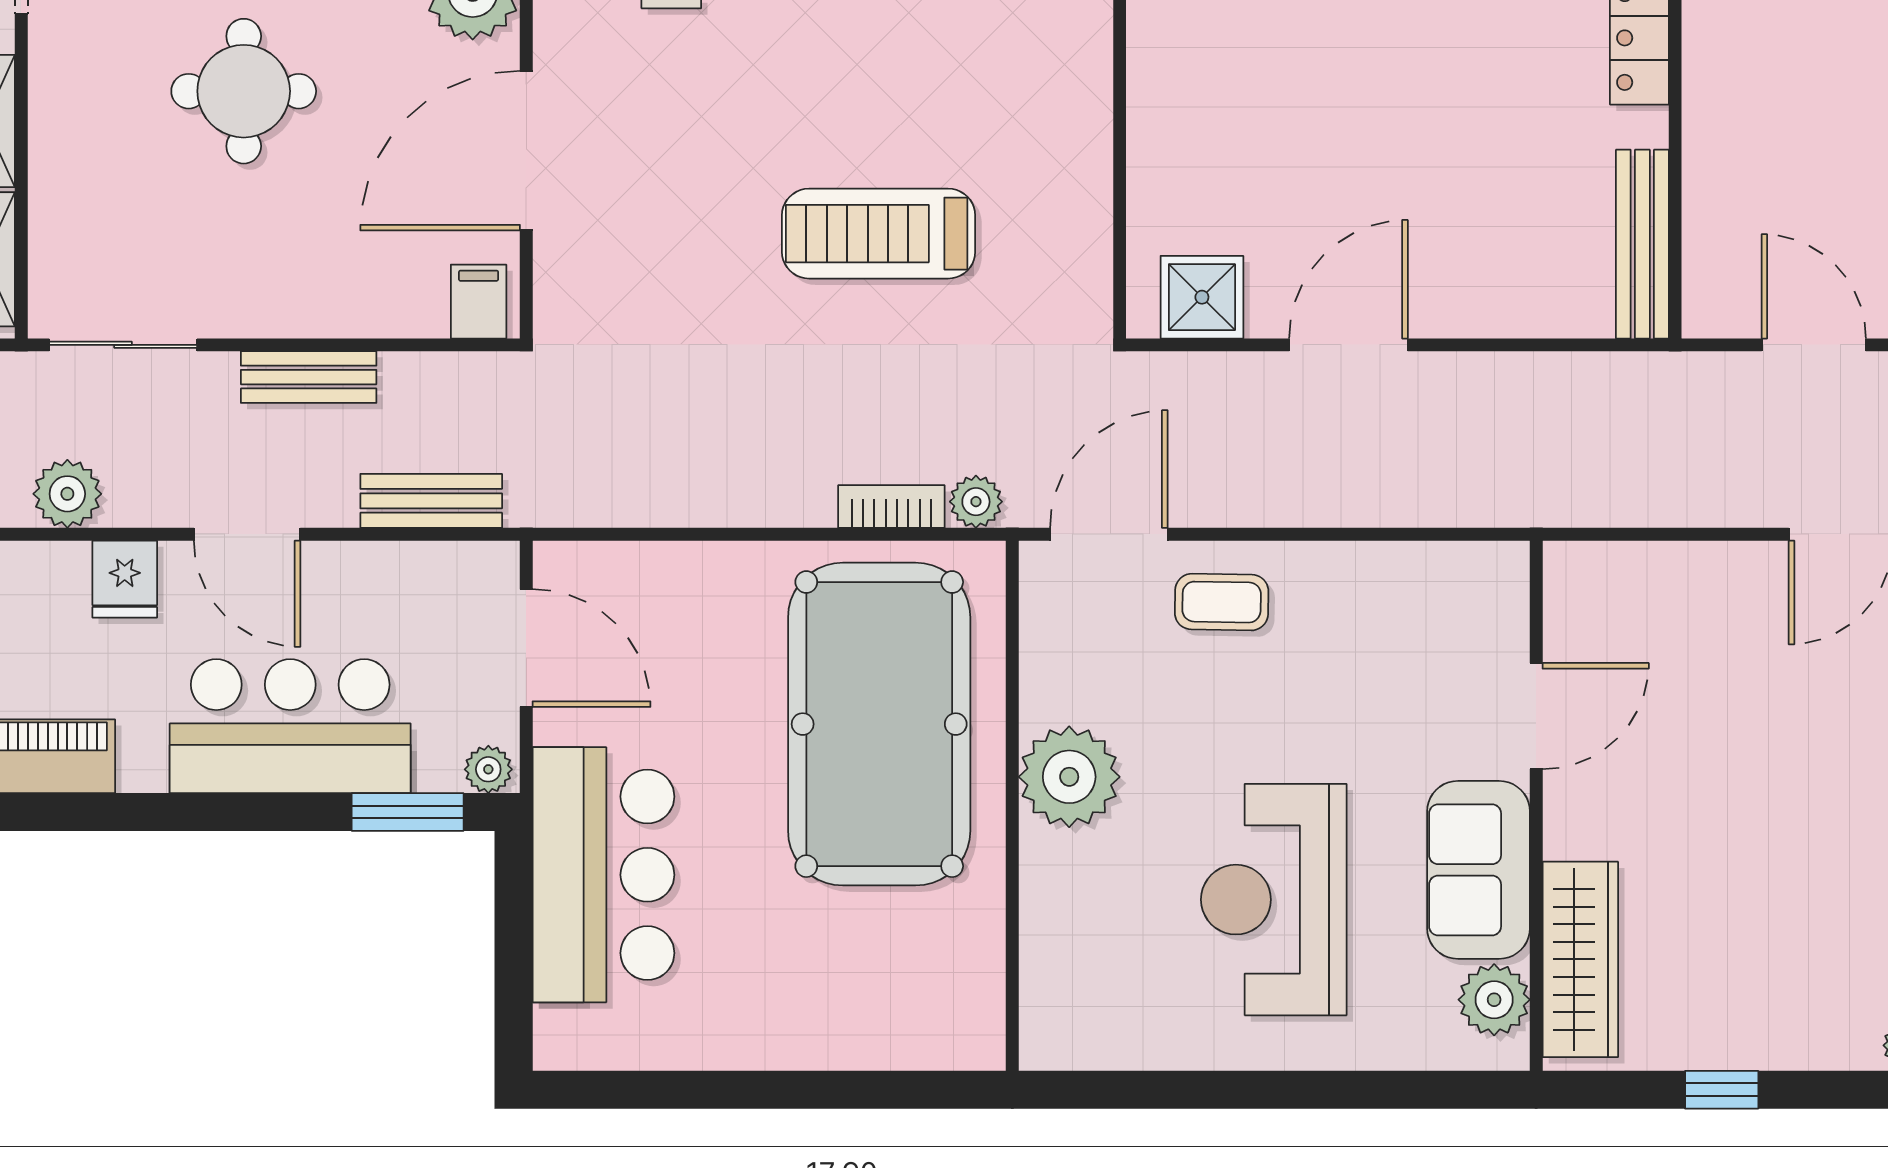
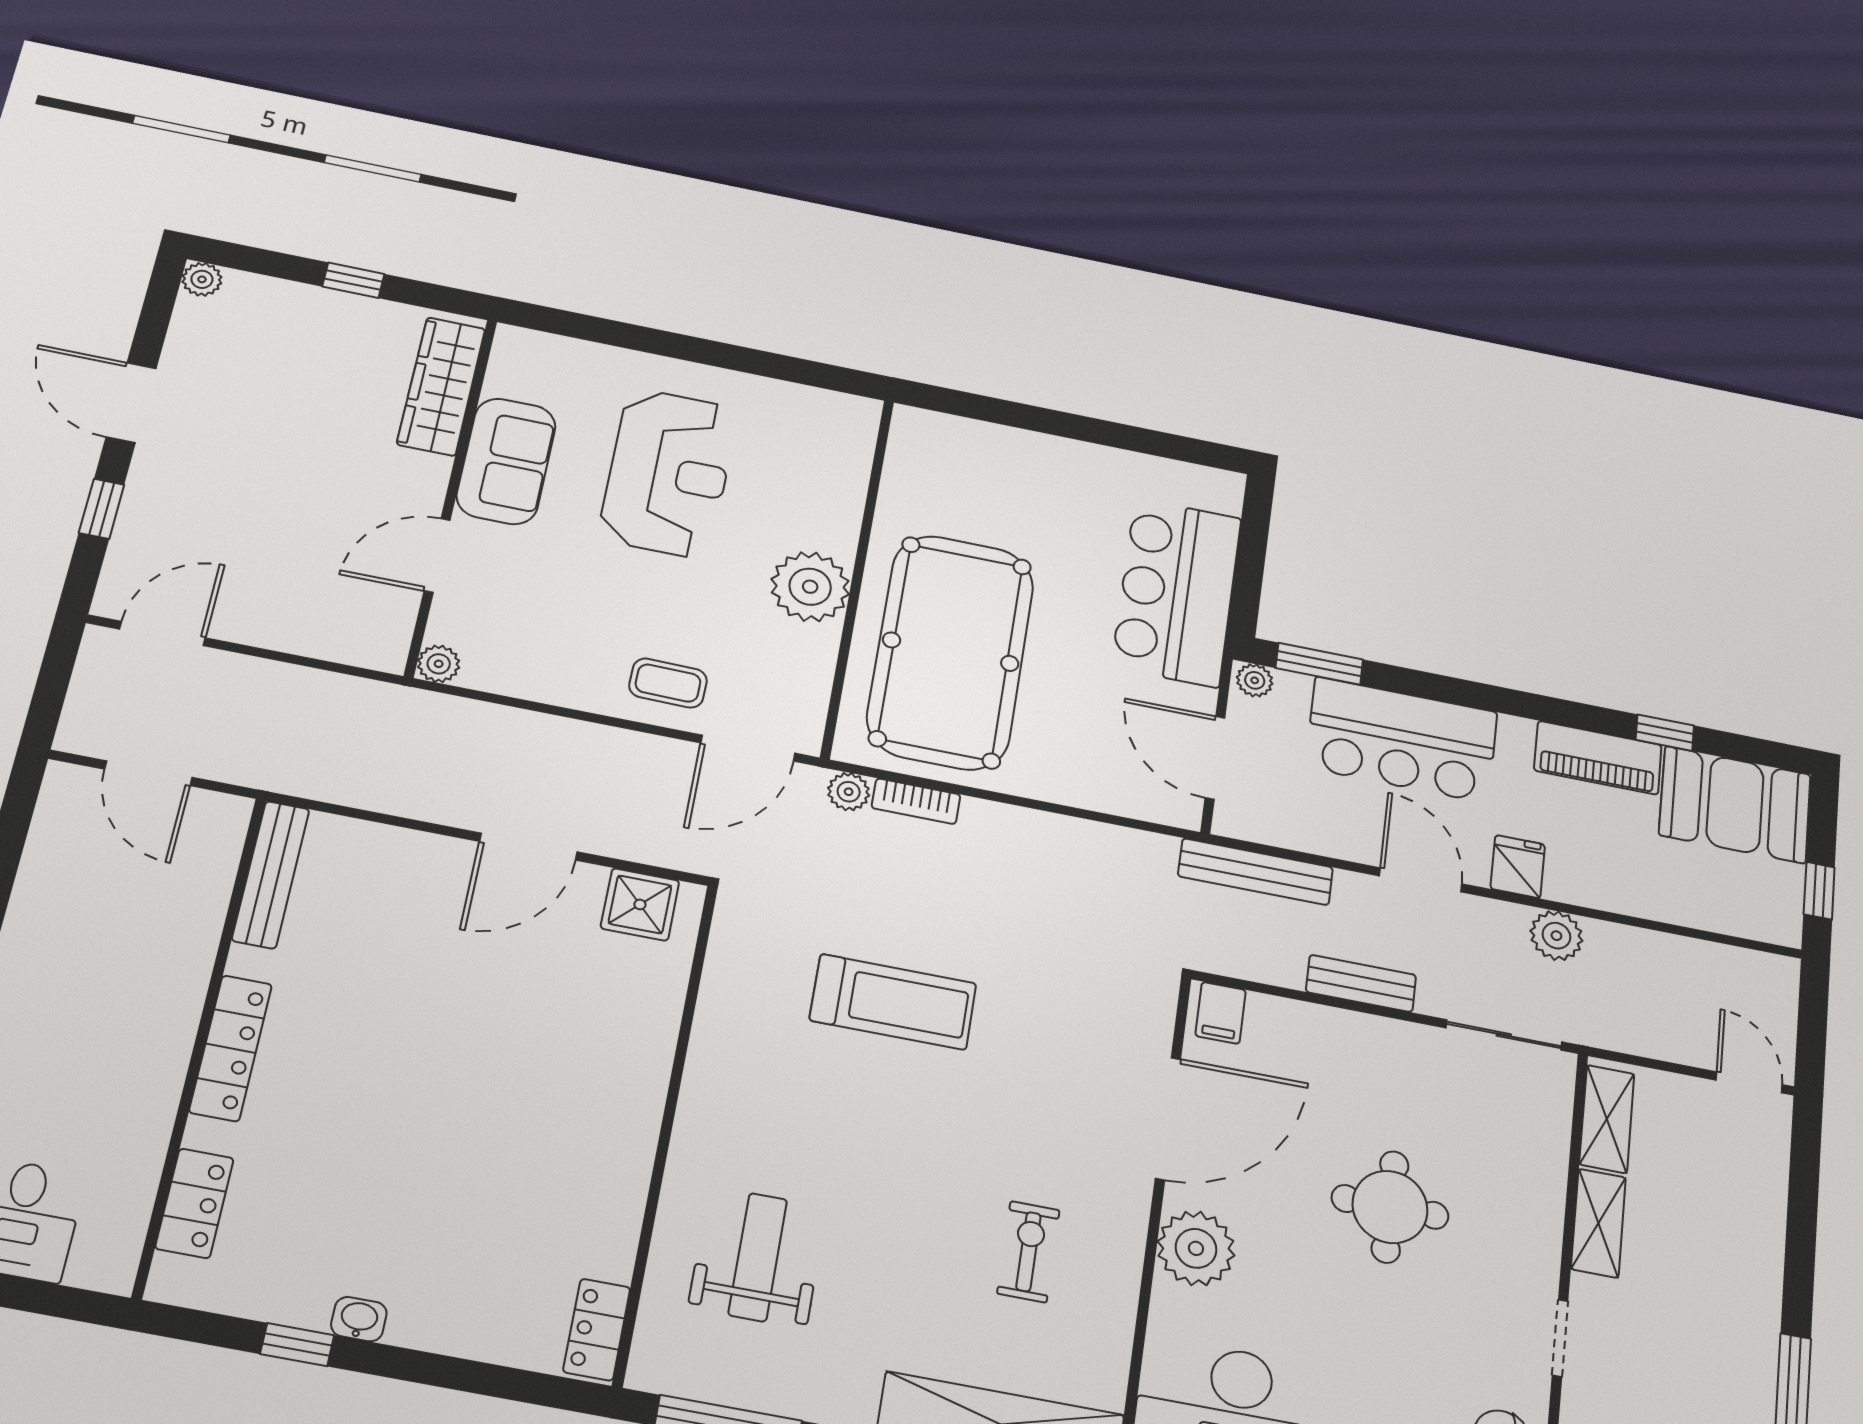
bench: (431, 501) -> (1255, 872), width x1.36
plant: (1494, 1000) -> (439, 664), moved, width x0.73, depth x0.73

